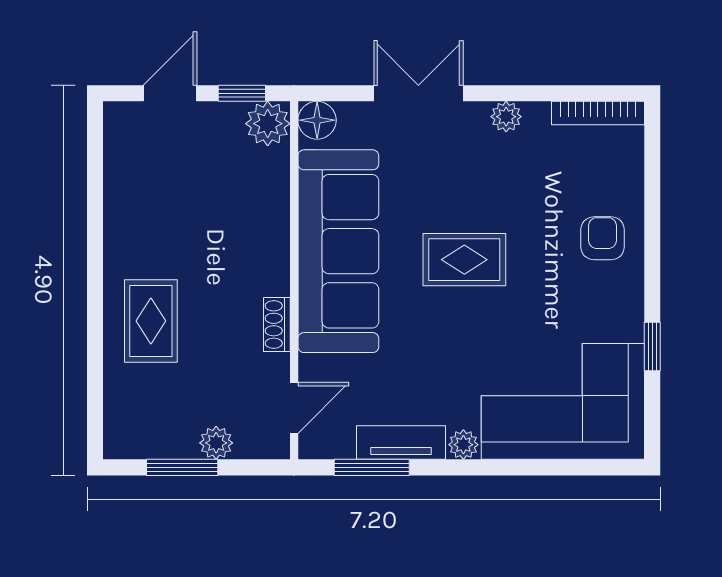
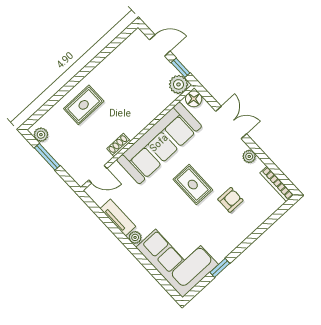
armchair: (603, 238) -> (230, 200), moved
plant: (216, 443) -> (41, 135), moved
window: (372, 467) -> (102, 216), removed

